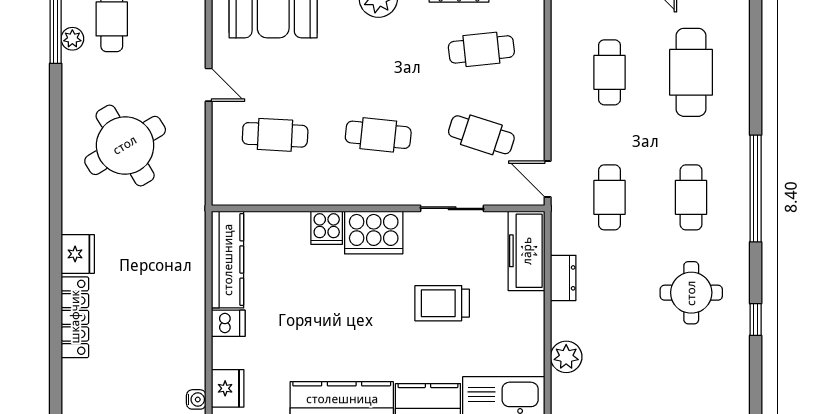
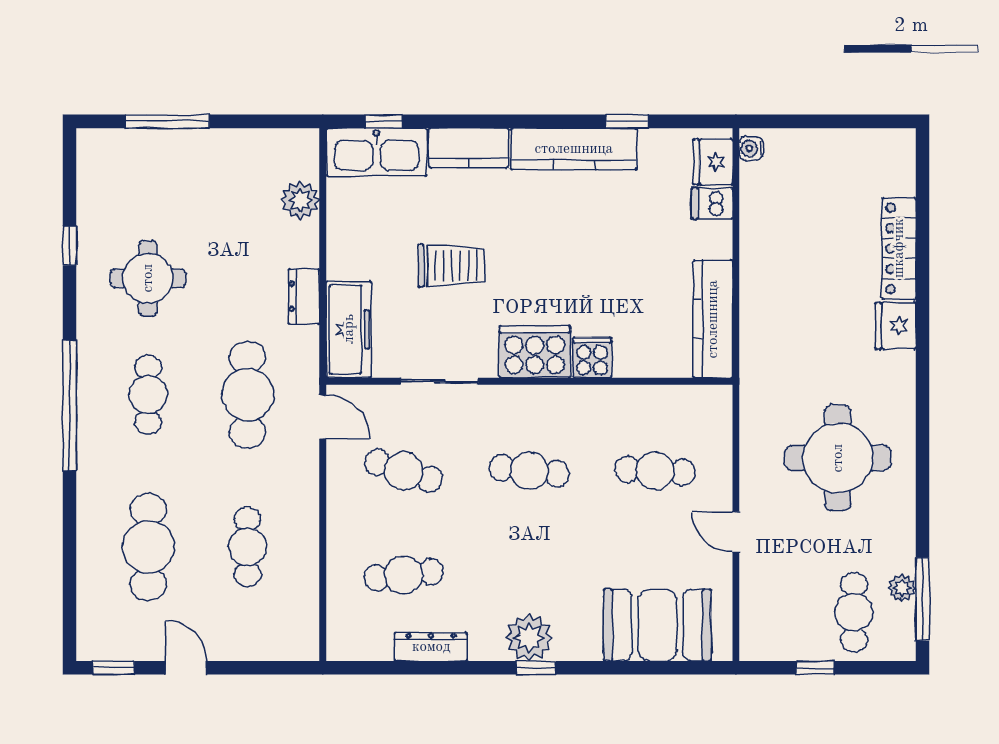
round table: (125, 145) -> (838, 458), turned 31
cafe table: (609, 197) -> (248, 395), width x1.37, depth x1.35
dishwasher: (228, 323) -> (712, 203), moved

